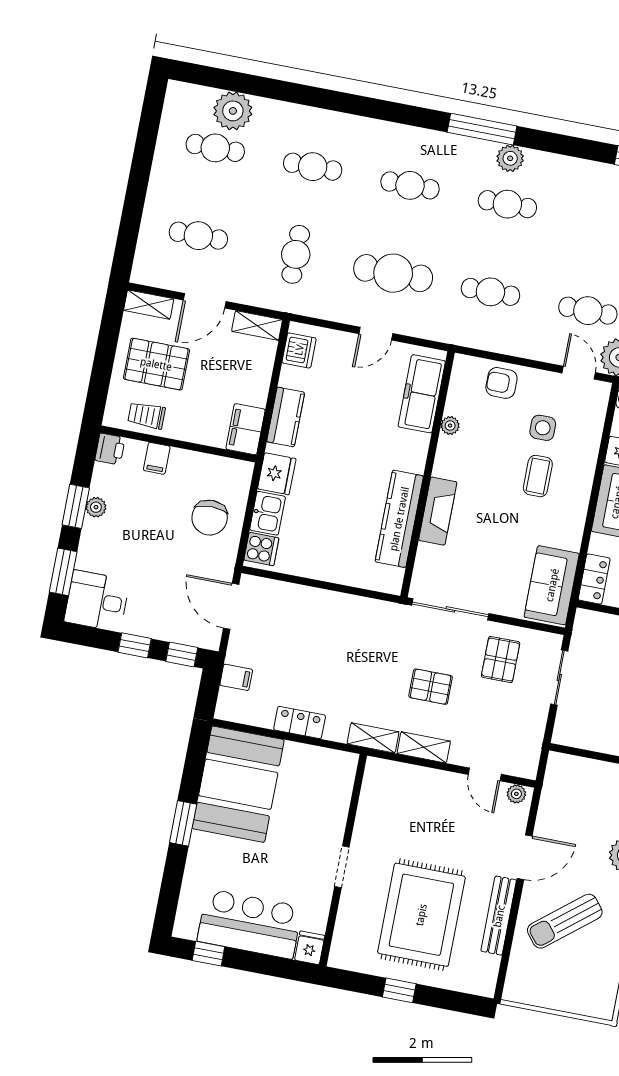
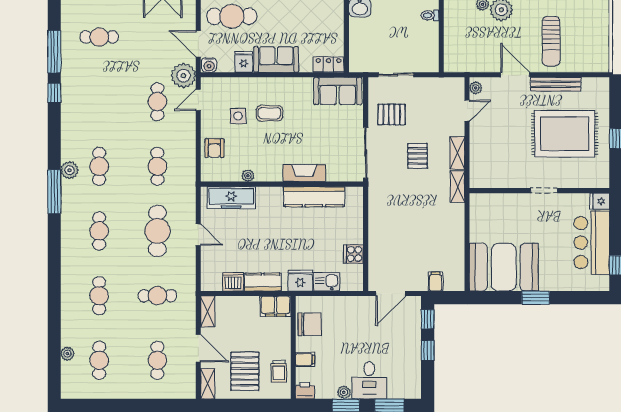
plant: (233, 111) -> (67, 354), width x0.53, depth x0.53
dishwasher: (299, 350) -> (233, 282), moved
chair: (210, 518) -> (310, 324), moved
cooker: (261, 549) -> (353, 254), moved, turned -90
desk: (97, 601) -> (369, 380), moved
locker: (300, 722) -> (457, 235), removed
sun lounger: (565, 921) -> (551, 41), turned 39

